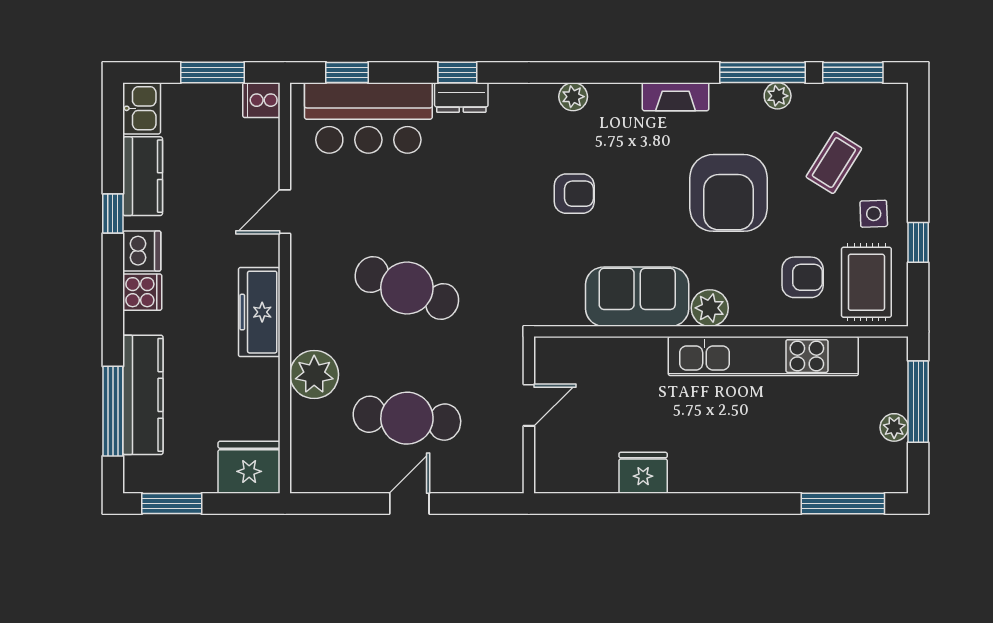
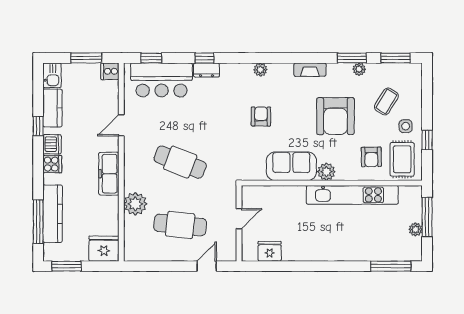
window: (762, 72) -> (352, 58), width x0.69
armchair: (574, 194) -> (261, 116), turned -90
armchair: (803, 277) -> (371, 157), turned 89
fridge: (643, 473) -> (270, 251), moved
door: (409, 503) -> (207, 266), moved

